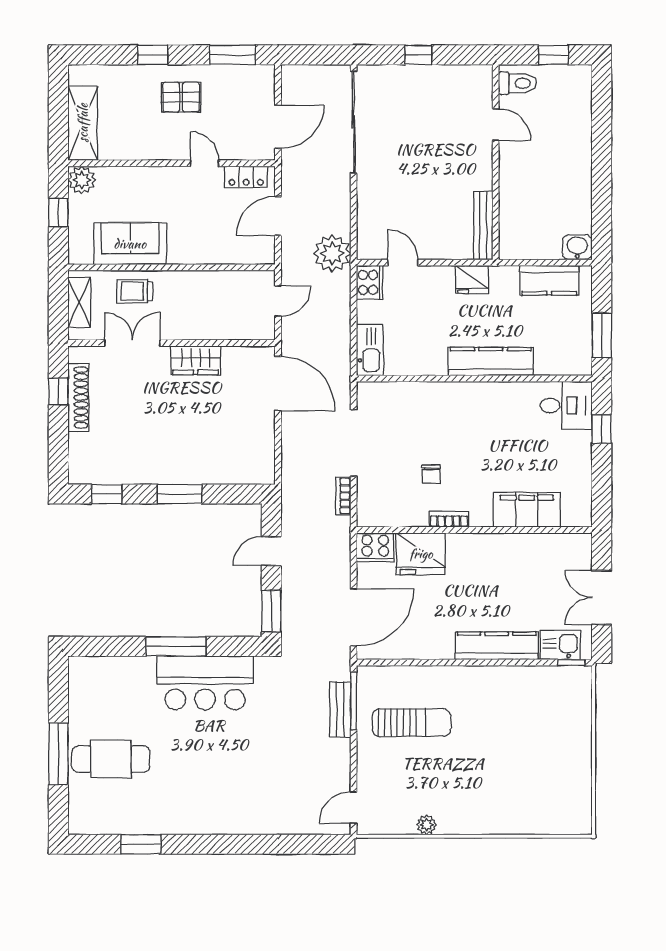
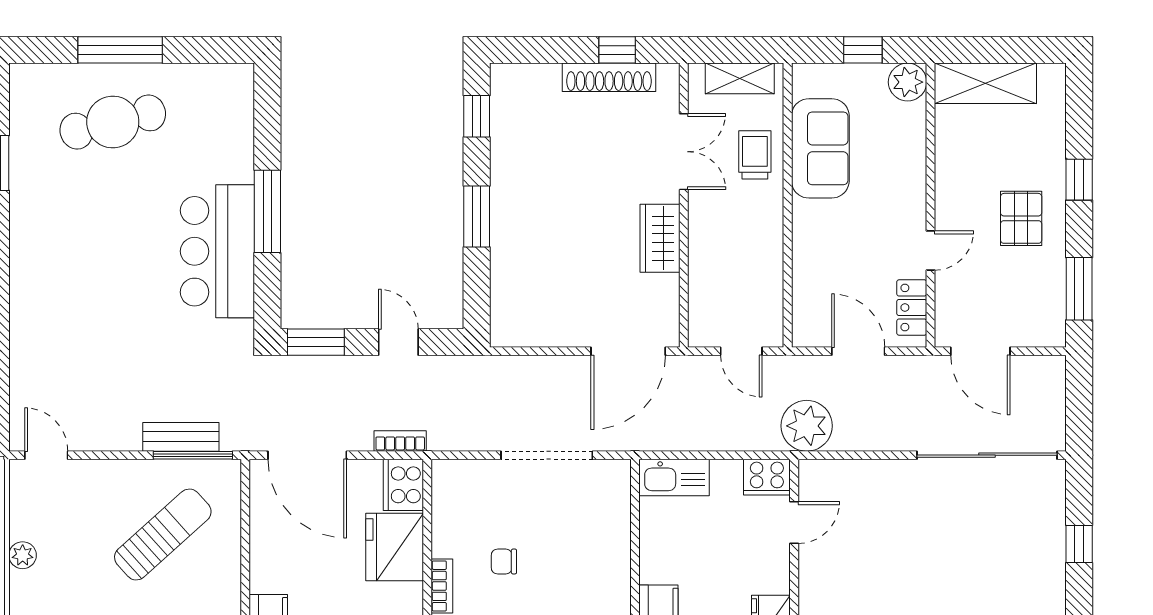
bookcase: (343, 496) -> (400, 441), moved
sun lounger: (411, 723) -> (163, 535), turned -132
cafe table: (111, 759) -> (113, 122), turned 76

